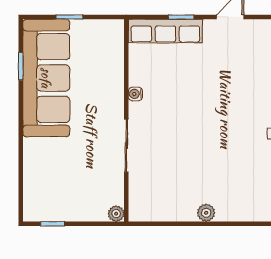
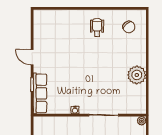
plant: (206, 213) -> (137, 75), width x1.88, depth x1.88

